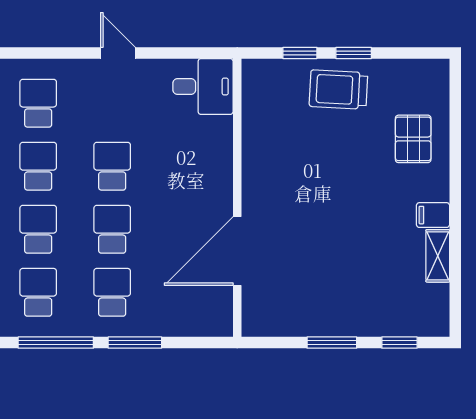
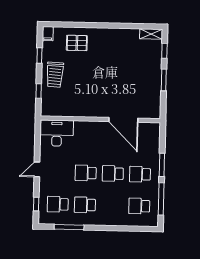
window: (37, 53) -> (36, 204), added
window: (354, 53) -> (39, 55), moved
desk: (203, 86) -> (57, 133), width x1.37
filing cabinet: (433, 215) -> (48, 34), moved
school desk: (38, 229) -> (112, 205), removed
shelving: (438, 256) -> (151, 34), moved

